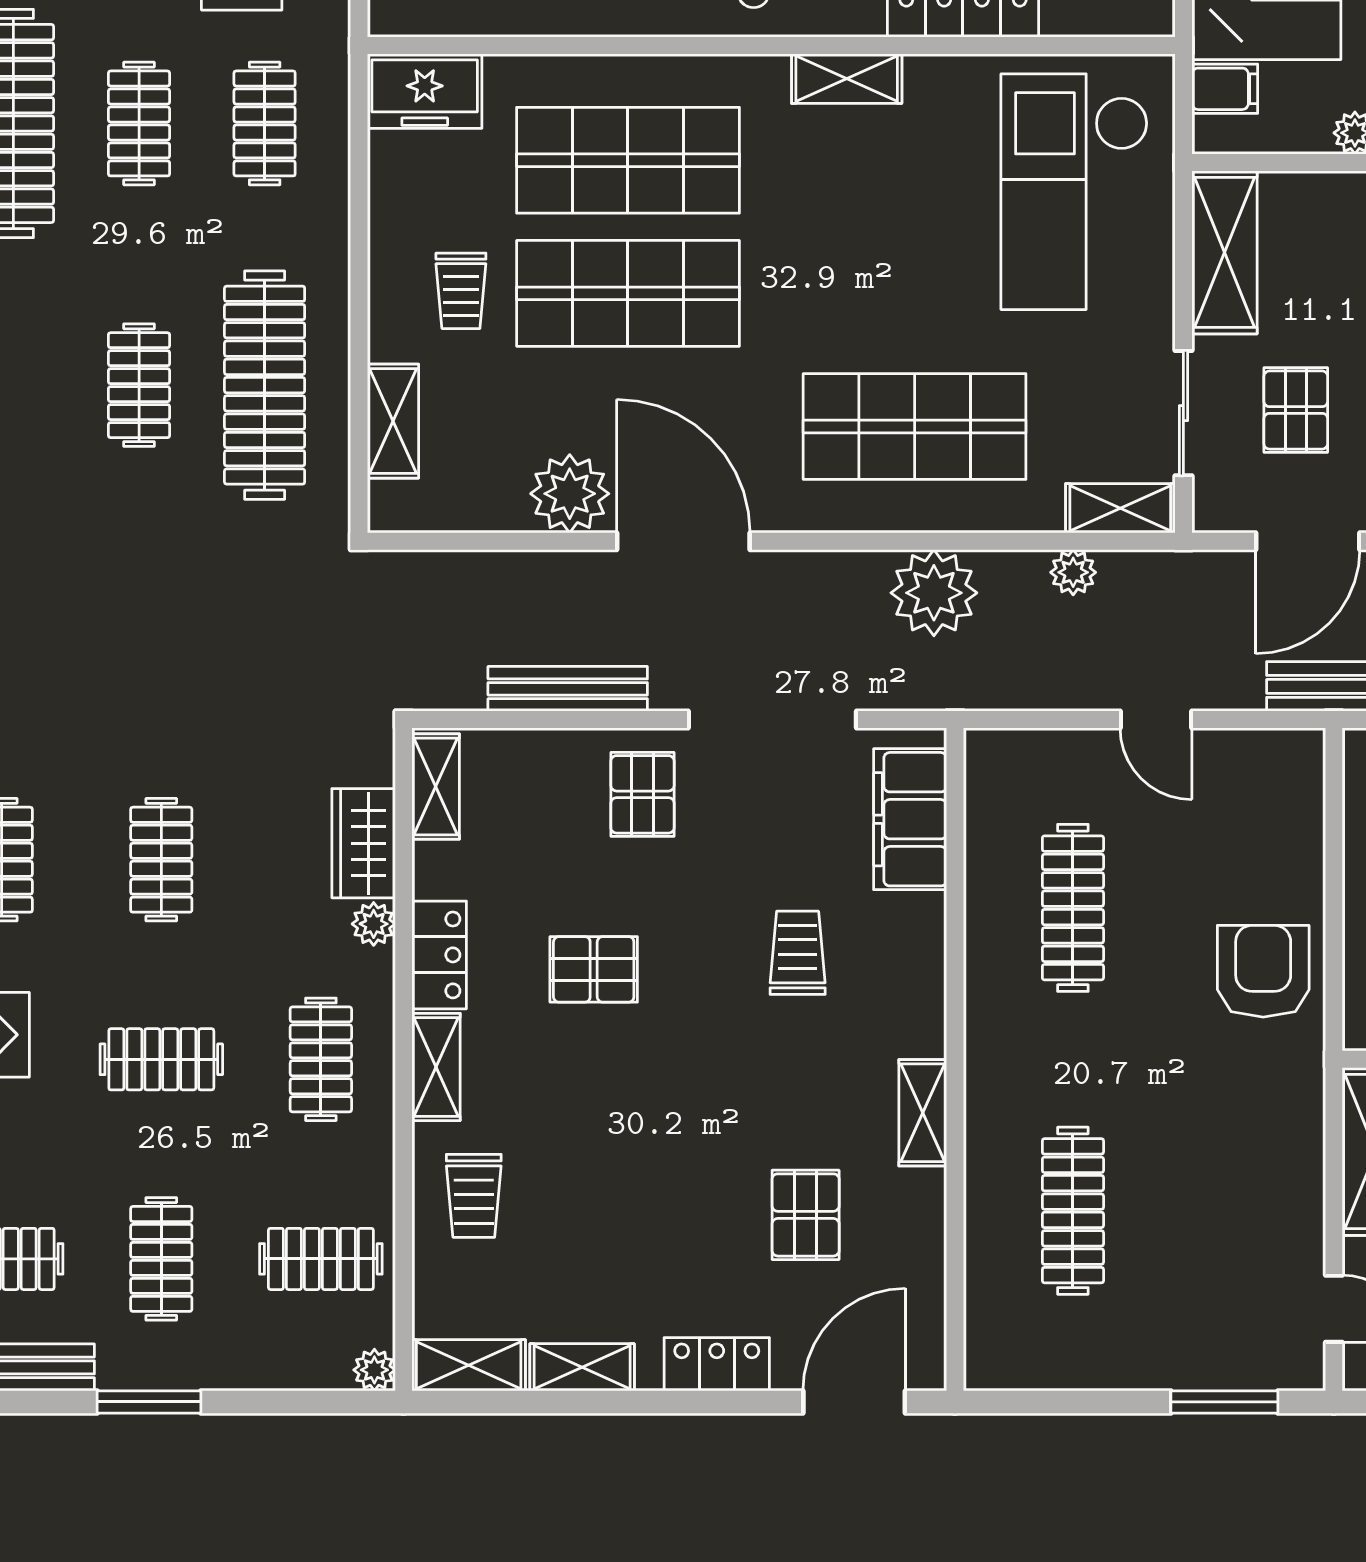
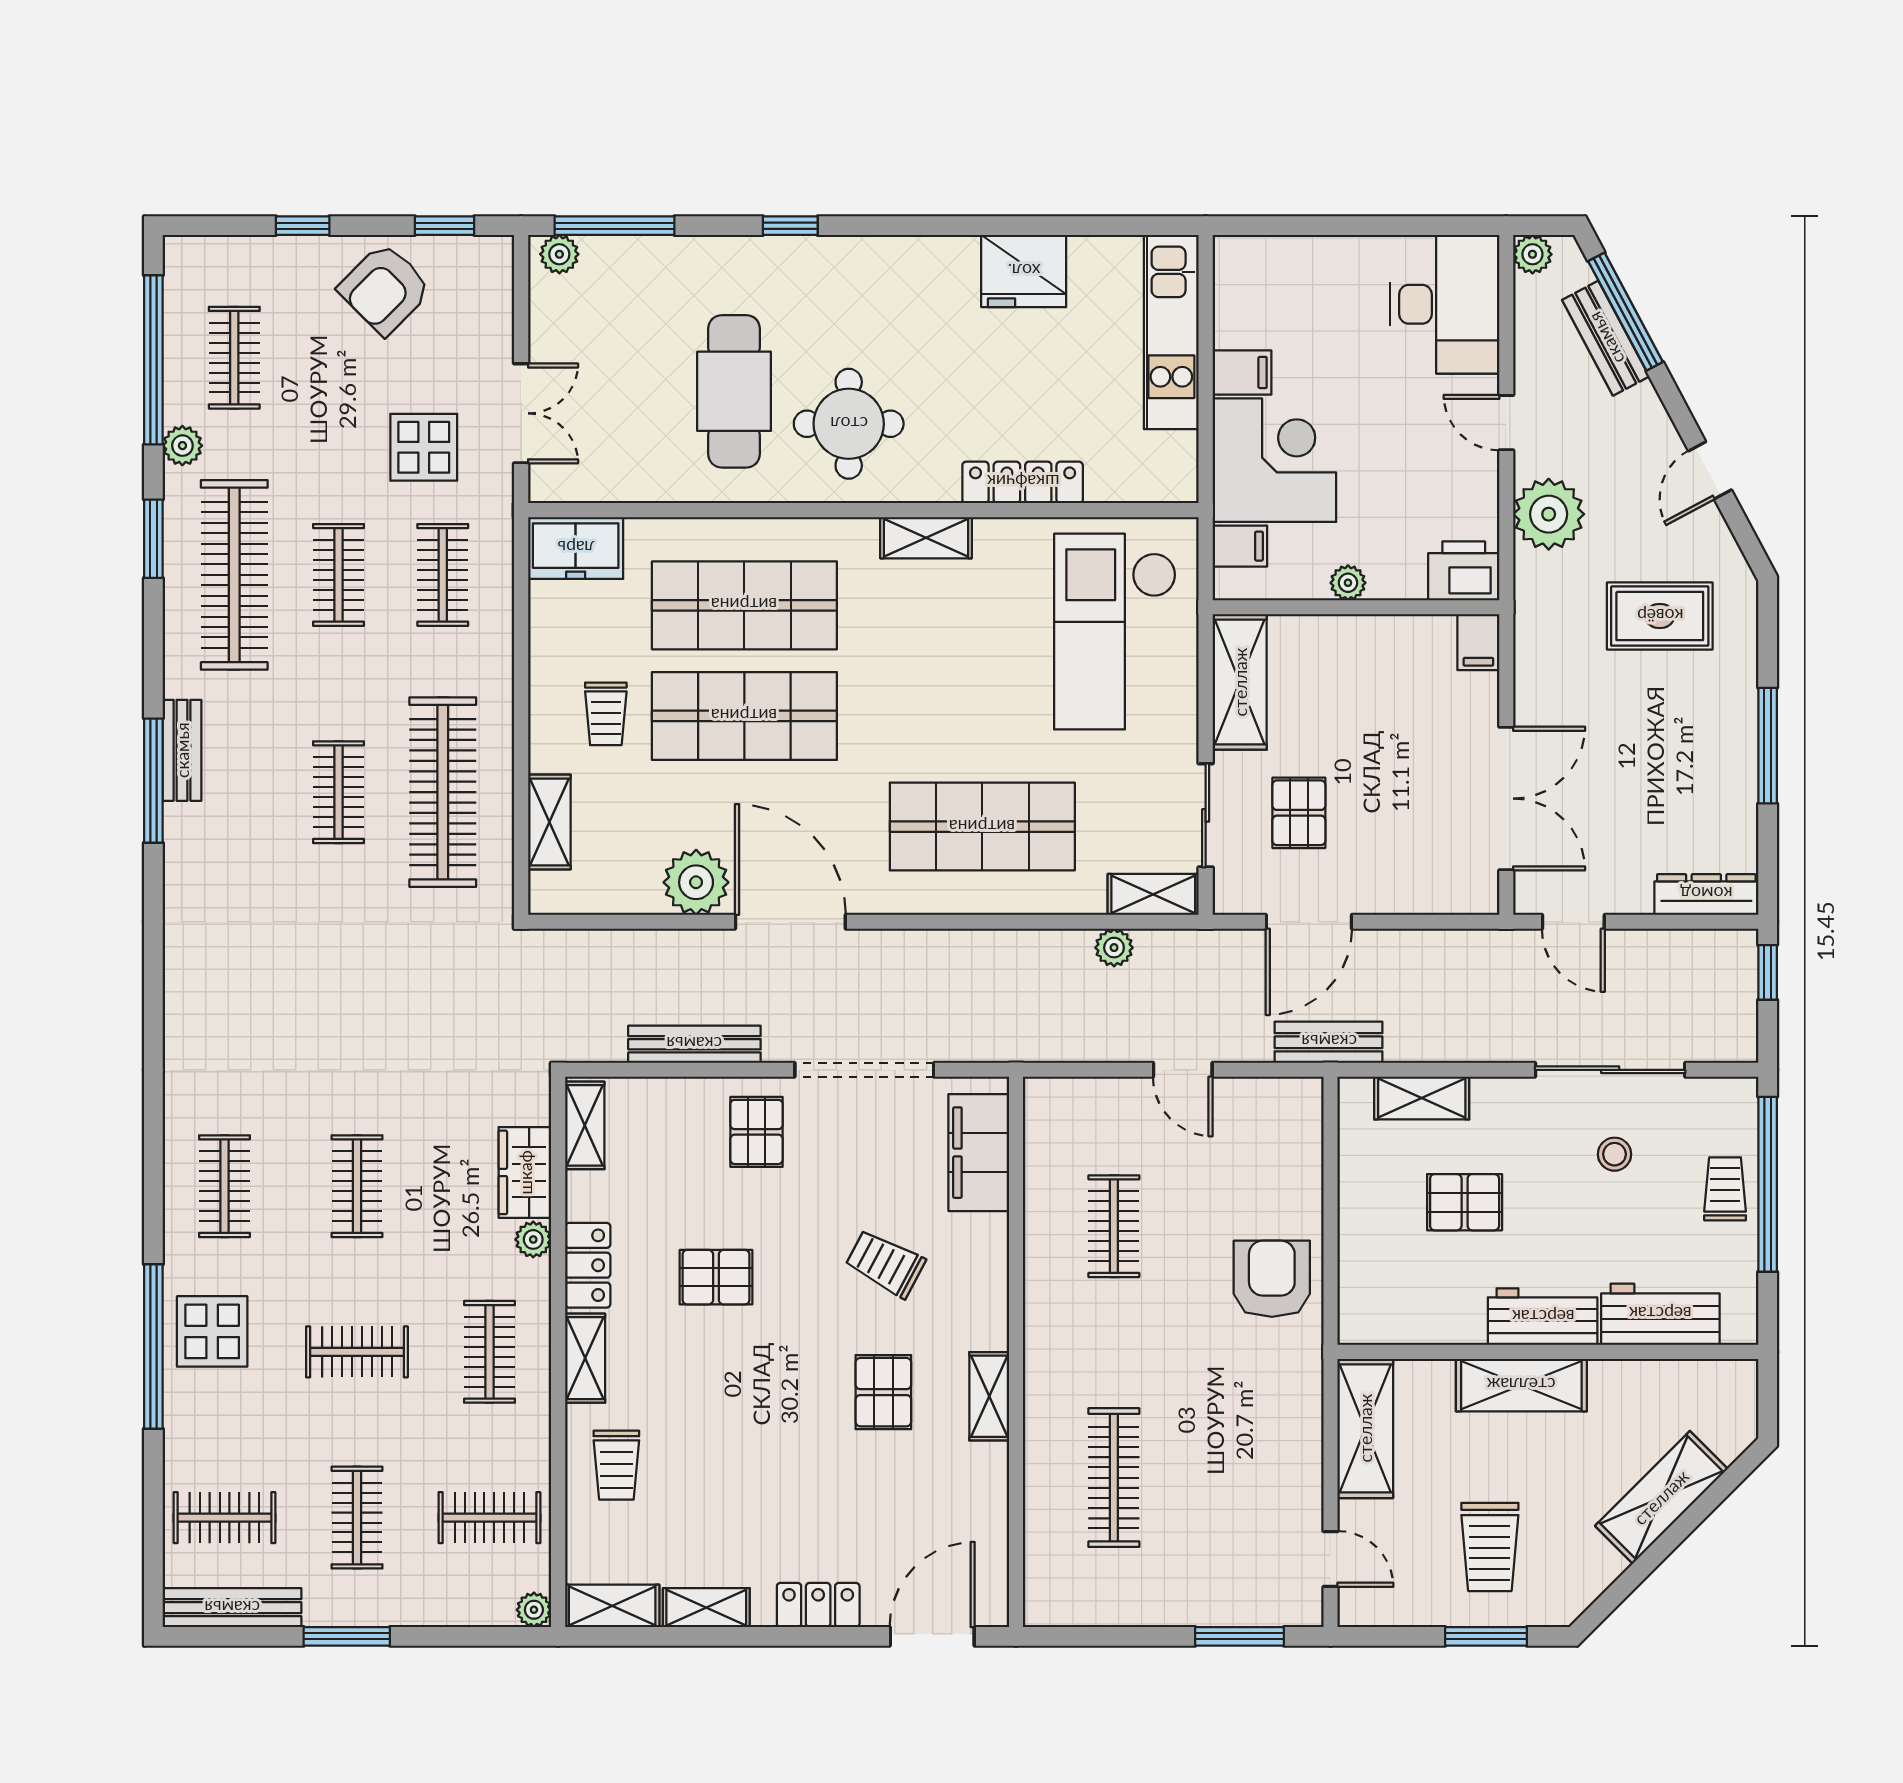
plant: (934, 593) -> (998, 965), removed
clothes rail: (1073, 908) -> (1114, 1226), width x0.73
trolley: (798, 953) -> (885, 1263), turned -62
pallet: (806, 1215) -> (883, 1392), moved

